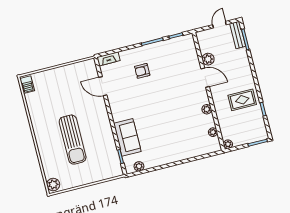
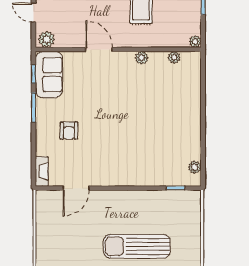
plant: (208, 59) -> (47, 39), moved
door: (205, 78) -> (99, 49), hinge flipped
sofa: (127, 137) -> (49, 75), moved, turned 90
sun lounger: (73, 140) -> (137, 246), turned 180

